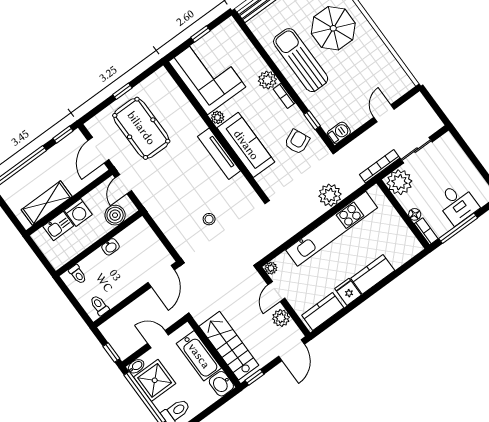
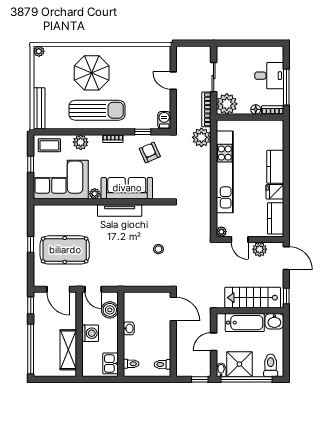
coffee table: (232, 39) -> (49, 145), added
sun lounger: (301, 60) -> (97, 110), turned 180
plant: (267, 80) -> (81, 142), moved
plant: (330, 195) -> (201, 137), moved
kitchen sink: (58, 226) -> (110, 363), moved, turned 180

